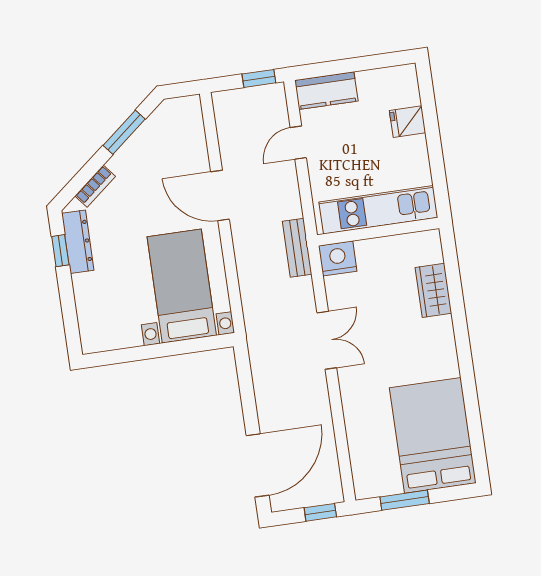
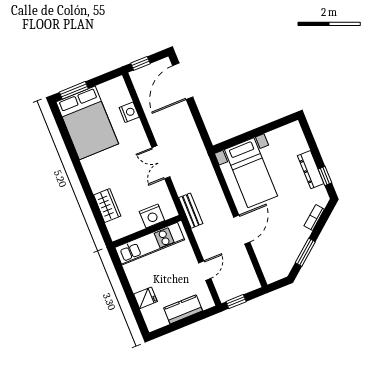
kitchen counter: (326, 91) -> (183, 309), moved
door: (220, 195) -> (242, 230), hinge flipped
dresser: (78, 242) -> (311, 170), moved
nightstand: (338, 258) -> (152, 216), moved
nightstand: (359, 436) -> (129, 112), added
window: (405, 500) -> (74, 90), moved

